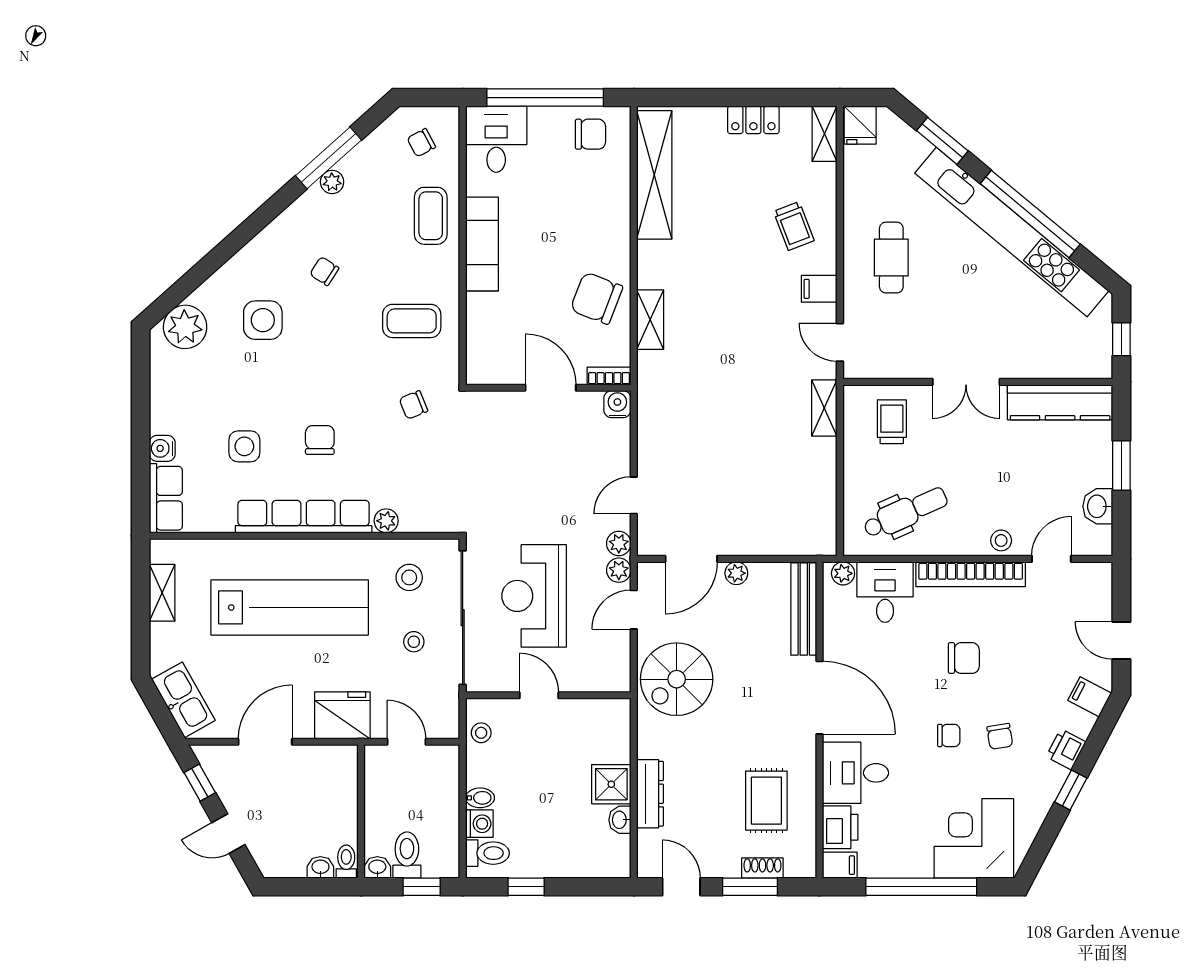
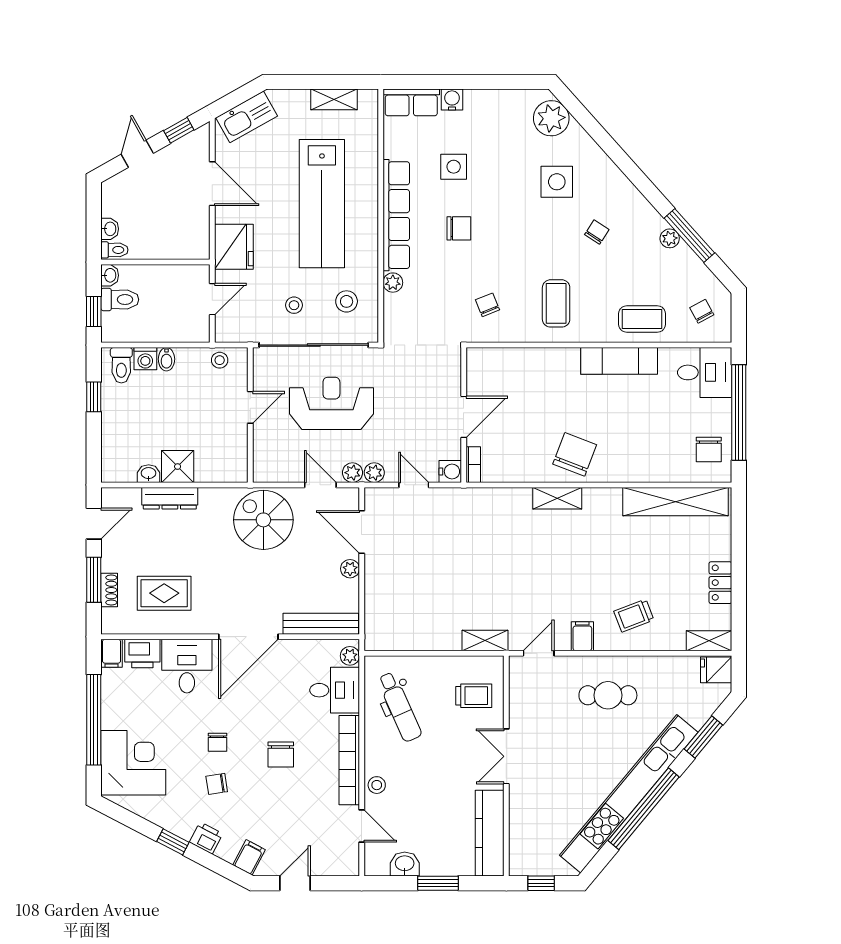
bookcase: (609, 376) -> (473, 465), moved
wall: (548, 388) -> (464, 415), moved
door: (551, 388) -> (464, 417), moved
water cooler: (617, 404) -> (450, 471), moved

